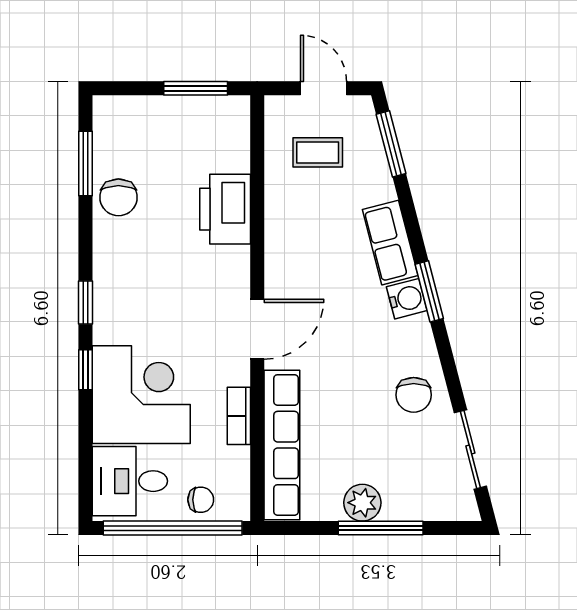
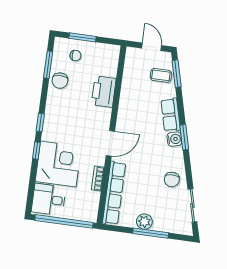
window: (196, 88) -> (82, 37), moved
coffee table: (318, 152) -> (161, 75), moved
chair: (201, 500) -> (75, 56), moved

